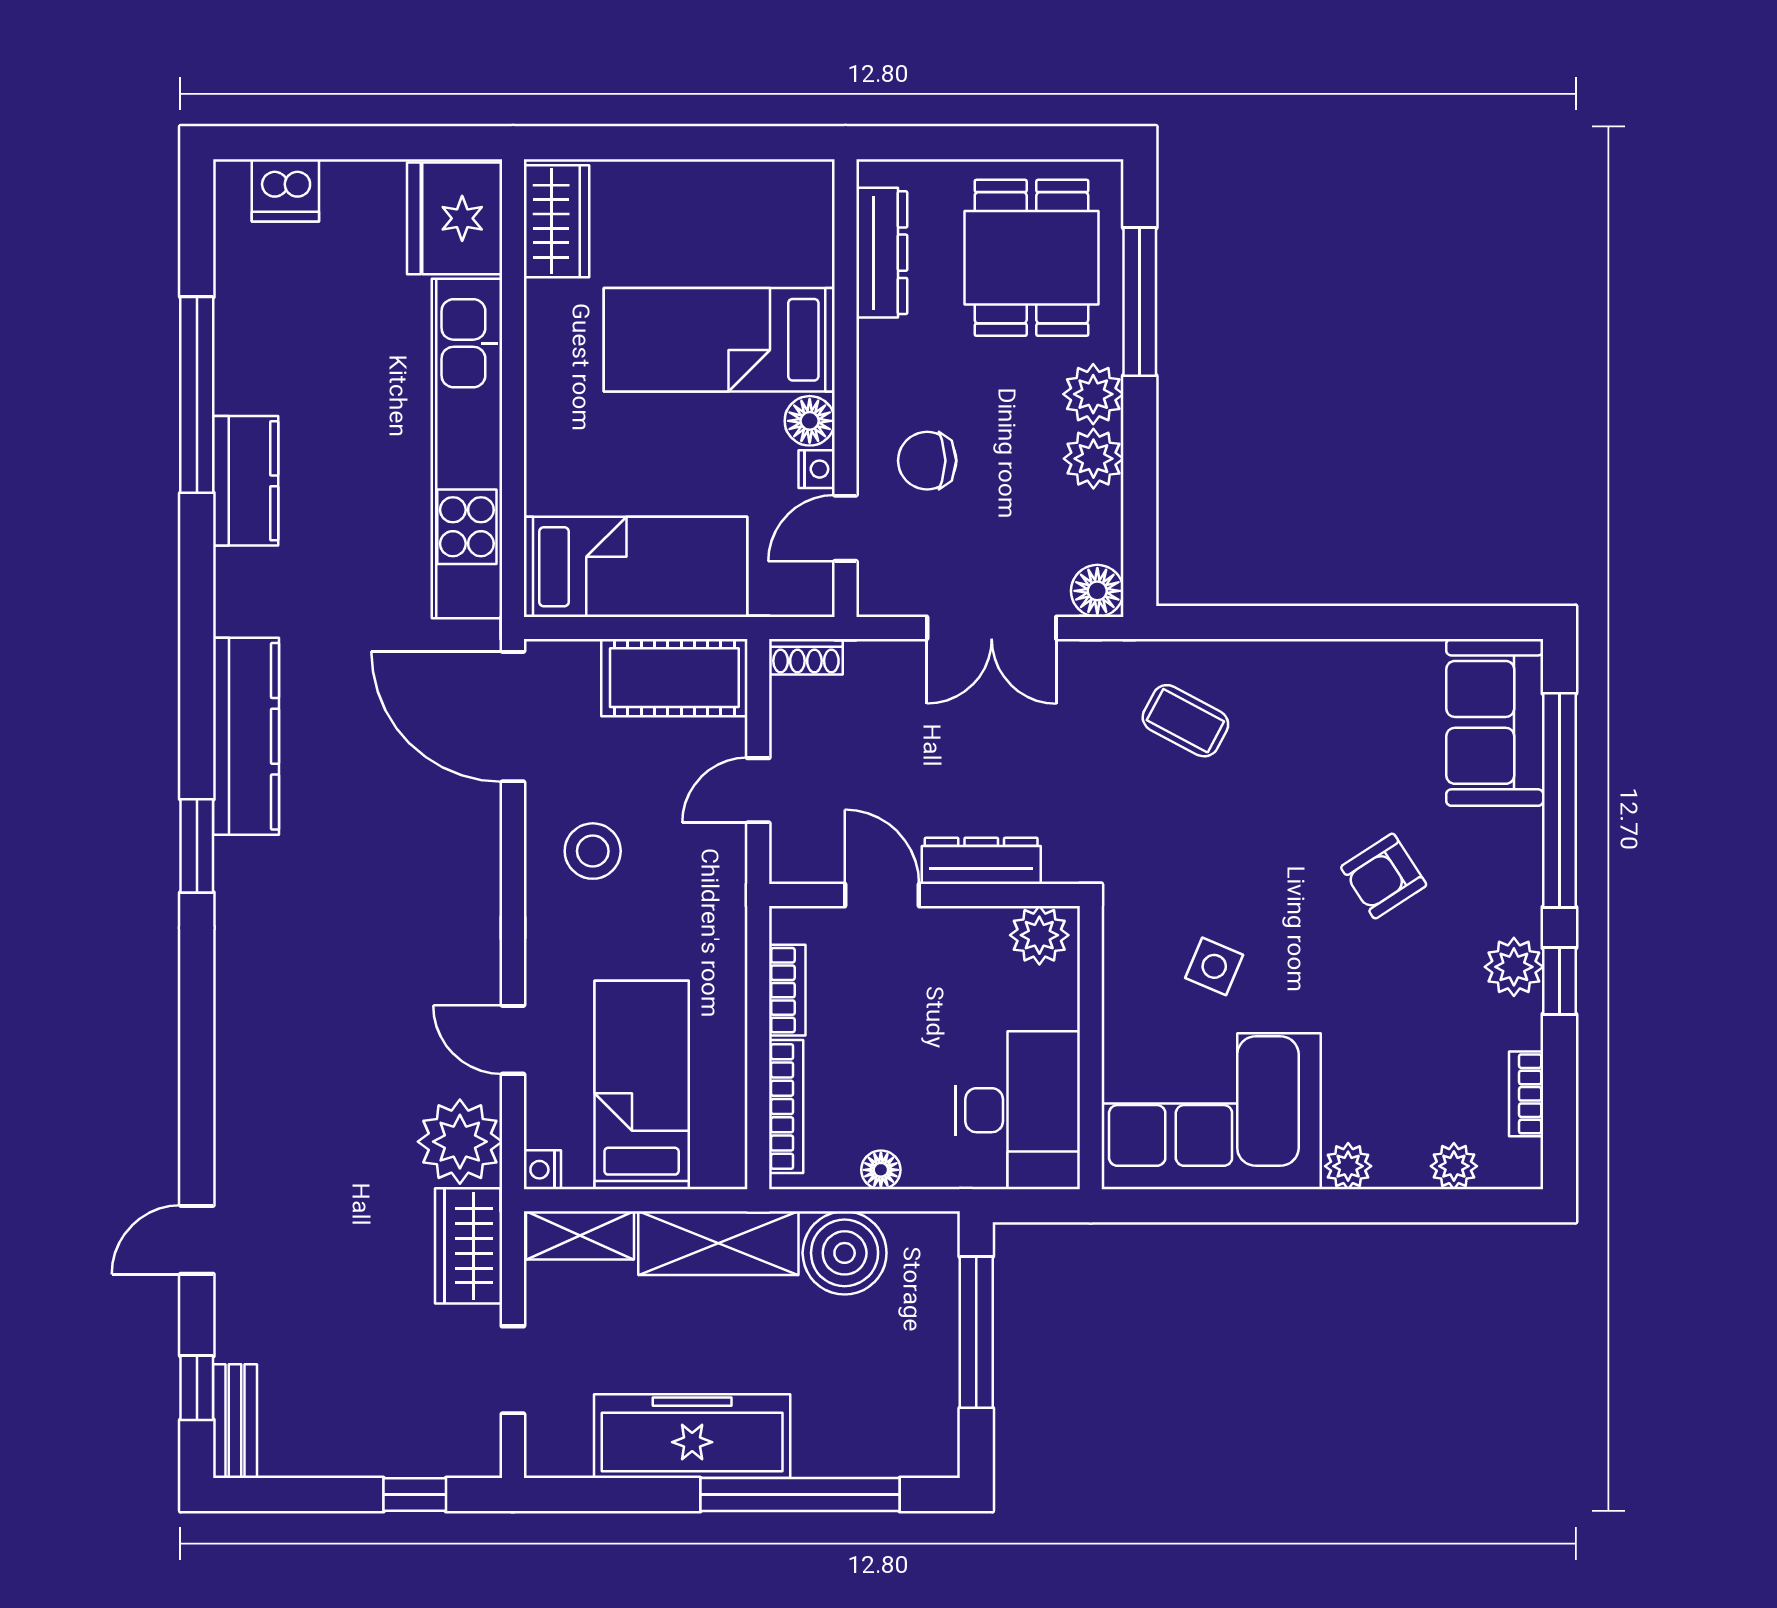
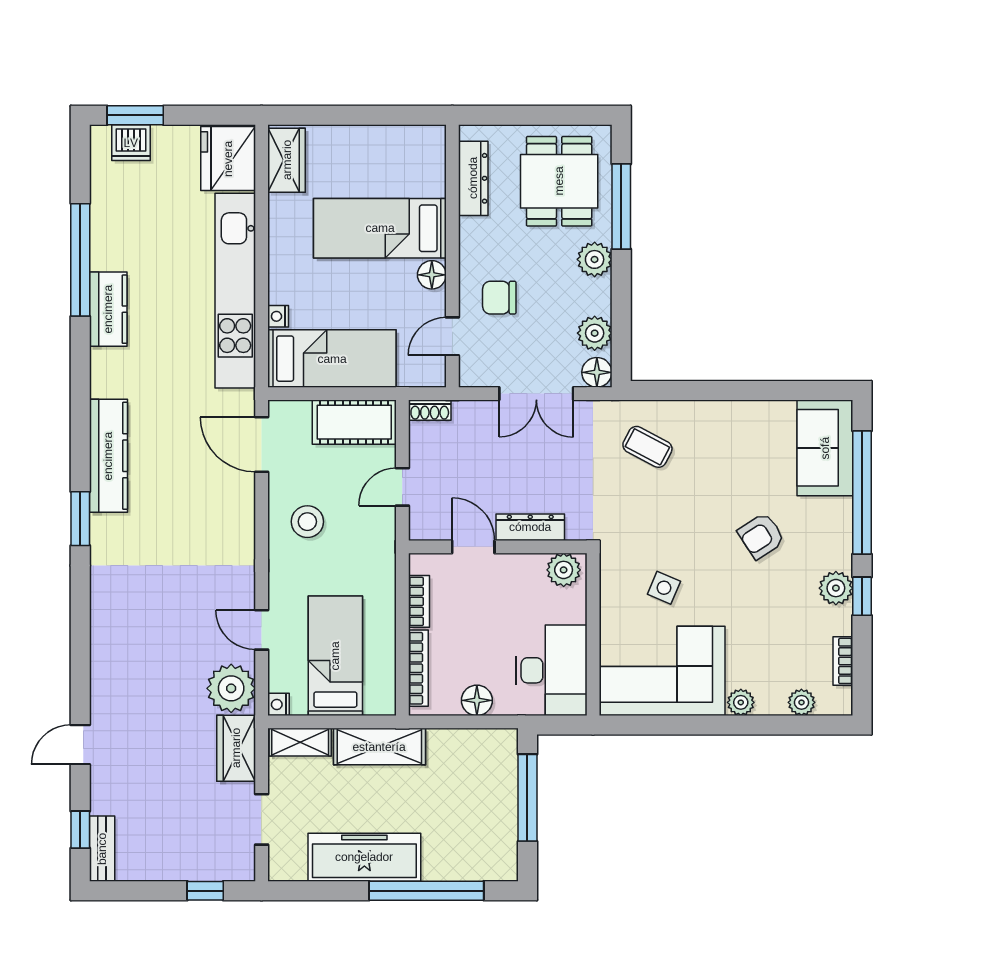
window: (293, 143) -> (135, 115), added
plant: (1093, 459) -> (595, 333), moved
nightstand: (817, 469) -> (278, 316), moved, turned 180
door: (513, 717) -> (262, 444), width x0.73
floor lamp: (881, 1170) -> (477, 700), width x1.37, depth x1.37
boiler: (845, 1253) -> (452, 752), removed

